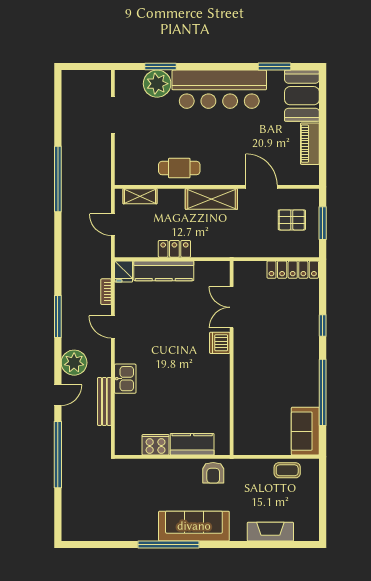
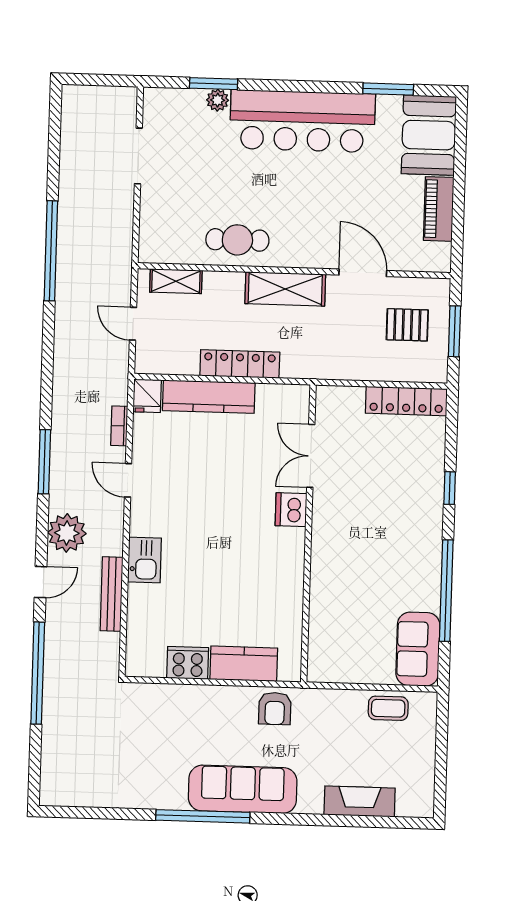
plant: (157, 84) -> (218, 100), width x0.53, depth x0.53
locker: (174, 249) -> (240, 364), width x1.53

